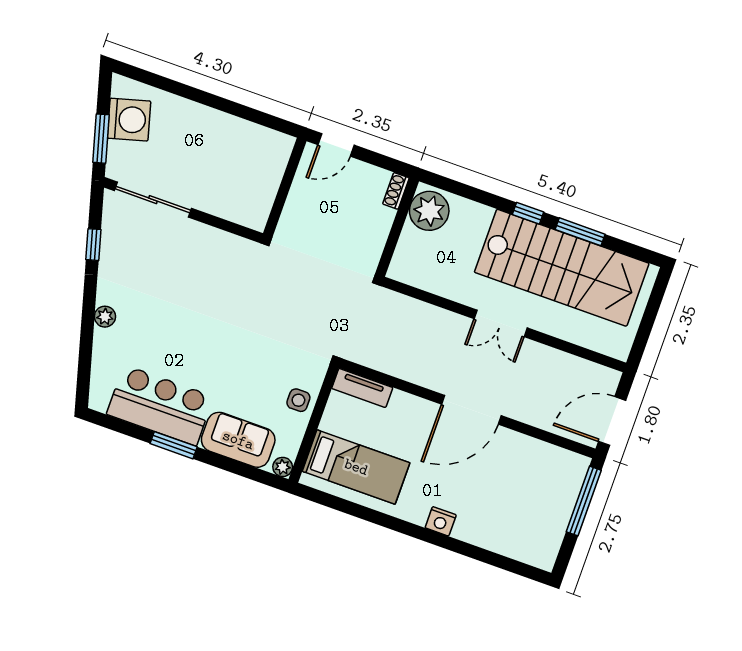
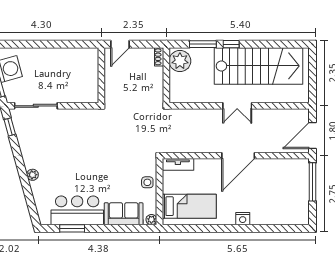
window: (580, 232) -> (203, 44), moved
window: (93, 245) -> (10, 127), moved
window: (174, 445) -> (72, 228), moved

